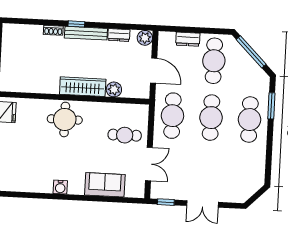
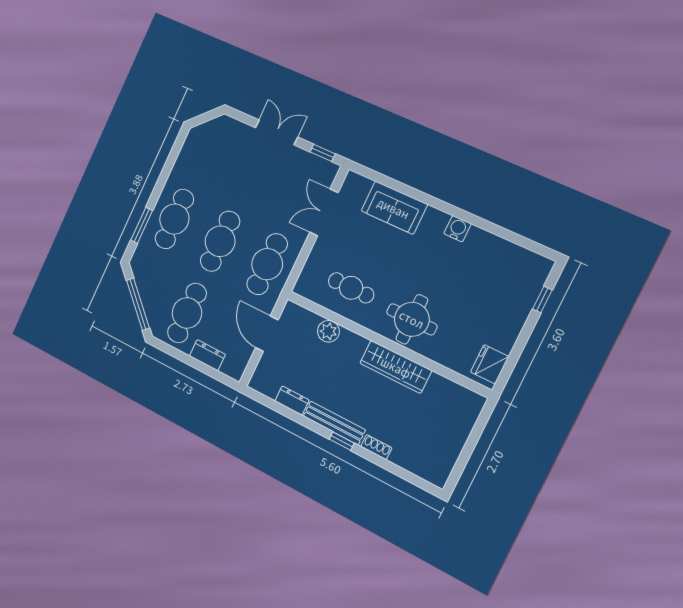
plant: (145, 38) -> (260, 382), removed
wardrobe: (83, 87) -> (396, 367), moved
cafe table: (125, 135) -> (351, 288), moved

